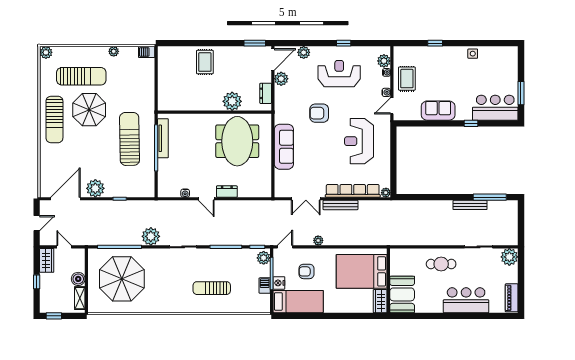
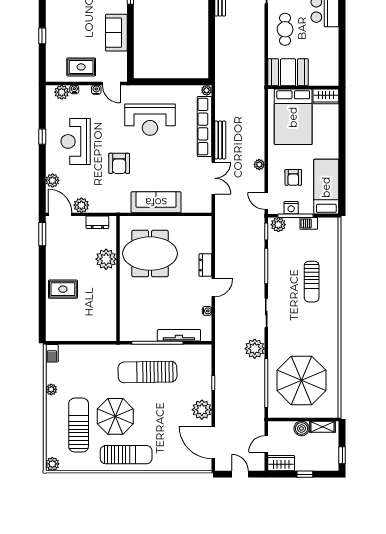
tv unit: (163, 138) -> (179, 335), moved
nightstand: (279, 283) -> (291, 208), moved
booth: (402, 294) -> (288, 72), moved

